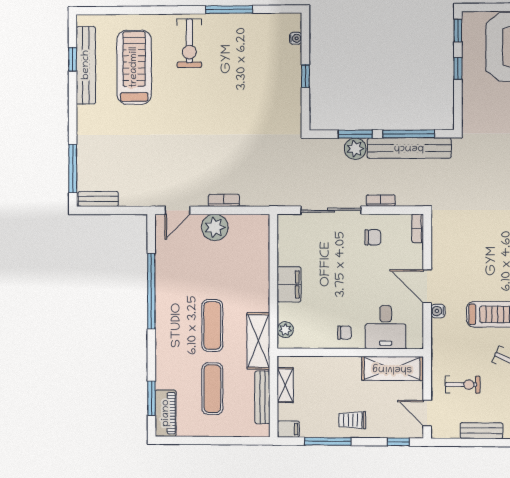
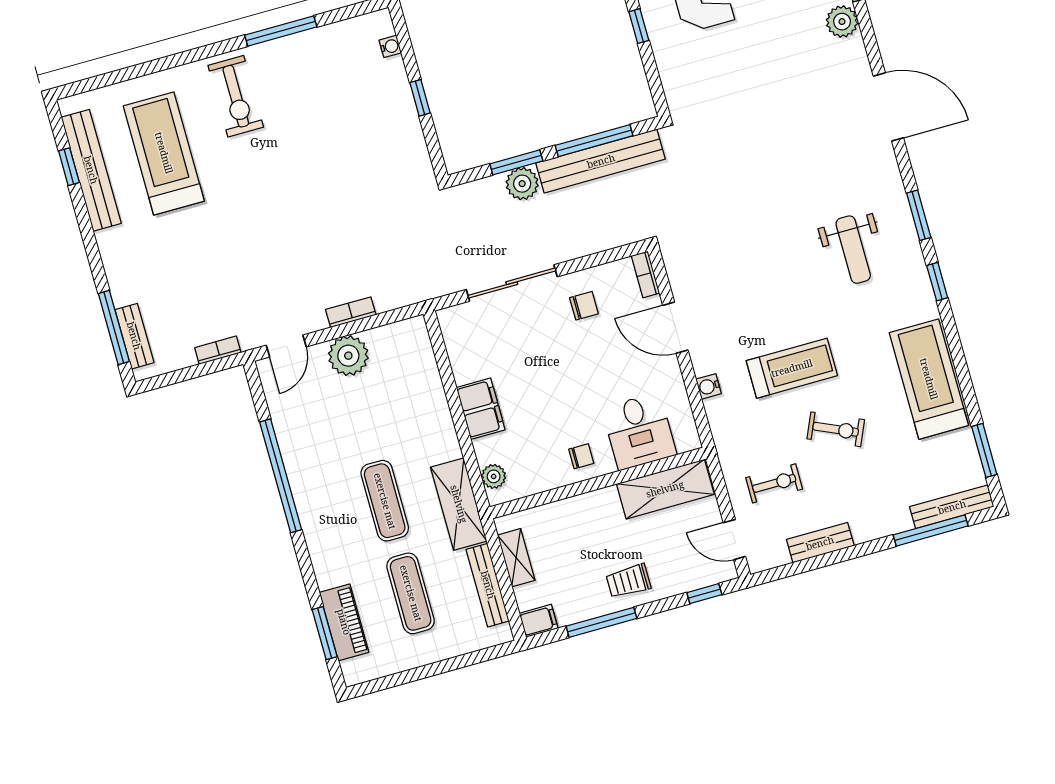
bench: (98, 199) -> (134, 336), moved, turned 90
bookcase: (381, 201) -> (218, 350), moved
door: (427, 286) -> (675, 328), moved
piano: (166, 413) -> (344, 622), moved

